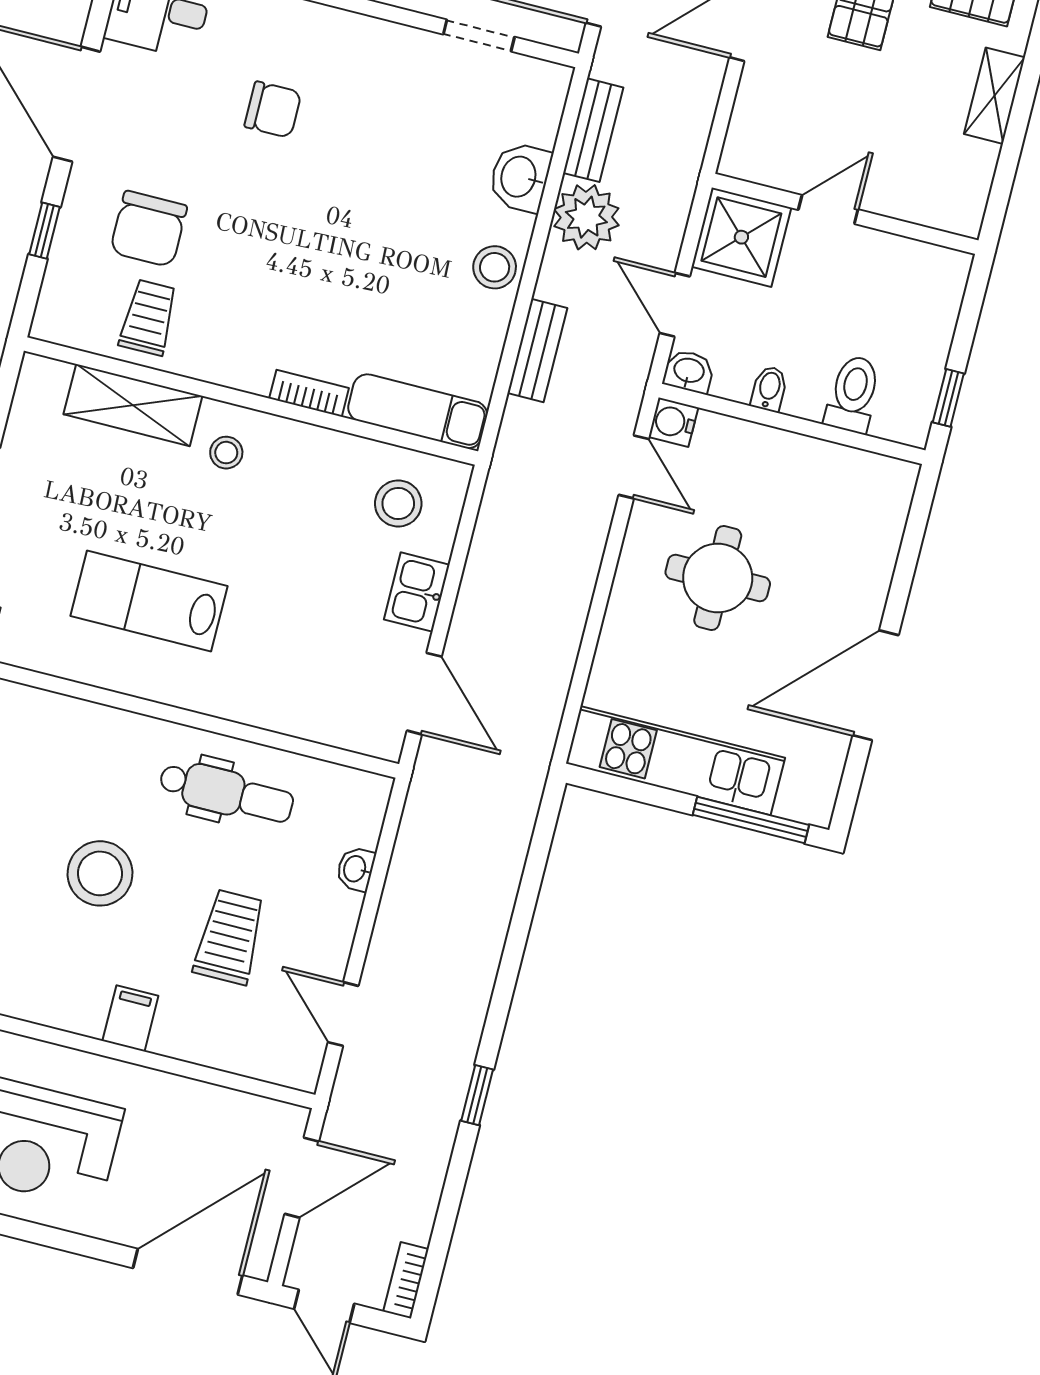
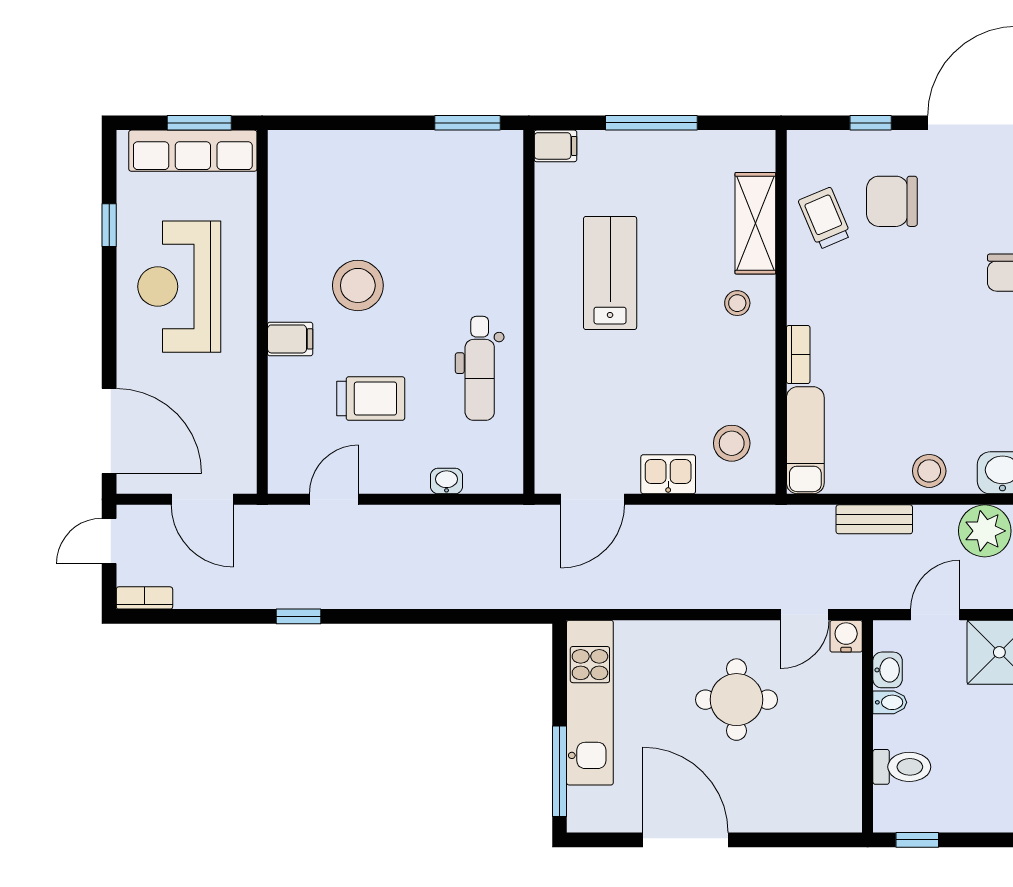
trolley: (148, 318) -> (825, 218), turned -113
washbasin: (689, 371) -> (888, 670), moved
stool: (100, 873) -> (358, 285), moved

